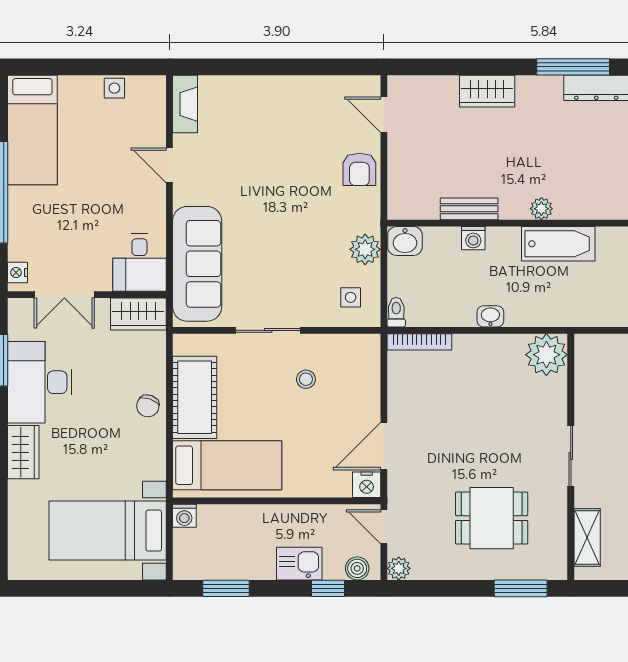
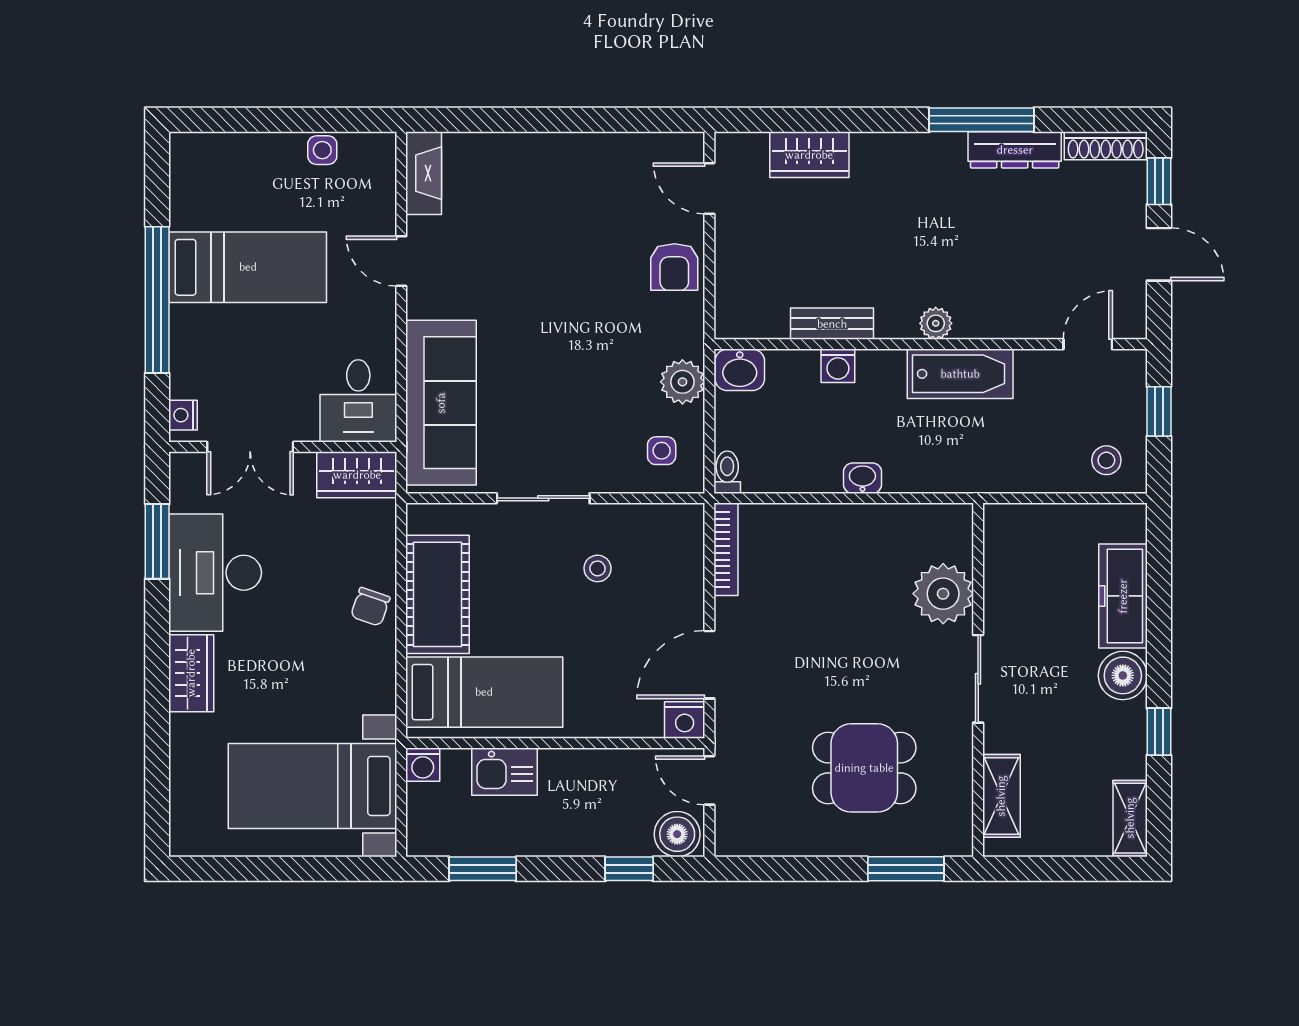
wardrobe: (487, 91) -> (809, 155), moved
bed: (32, 130) -> (248, 267), moved, turned -90
bookcase: (419, 342) -> (726, 549), moved, turned -90
plant: (546, 355) -> (943, 594), moved
kitchen sink: (299, 564) -> (505, 772), moved, turned 180
boiler: (357, 568) -> (677, 834), width x1.36, depth x1.36
plant: (399, 568) -> (731, 840), removed

